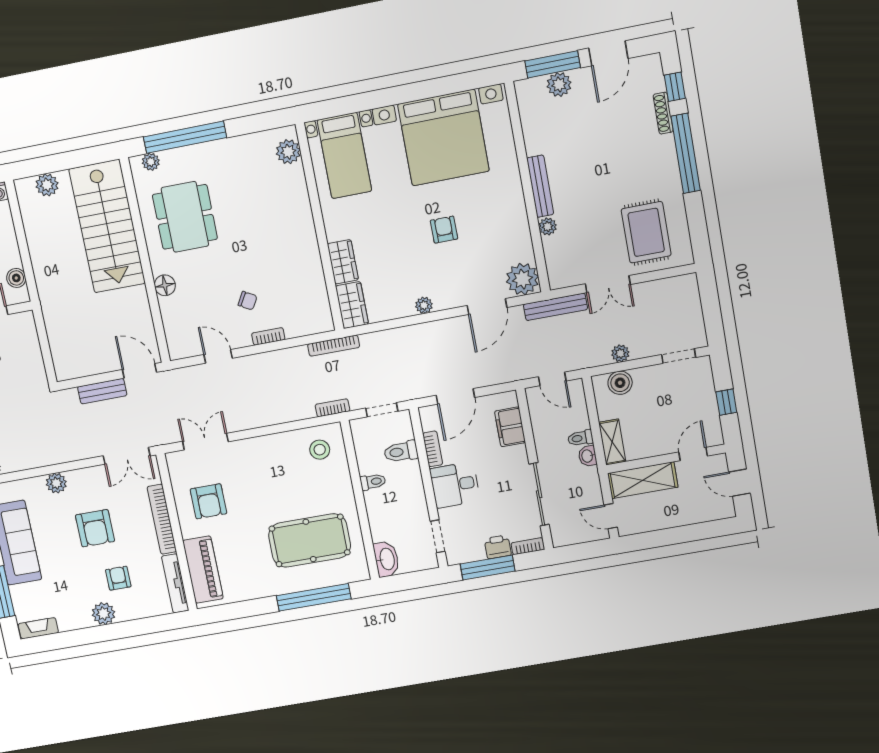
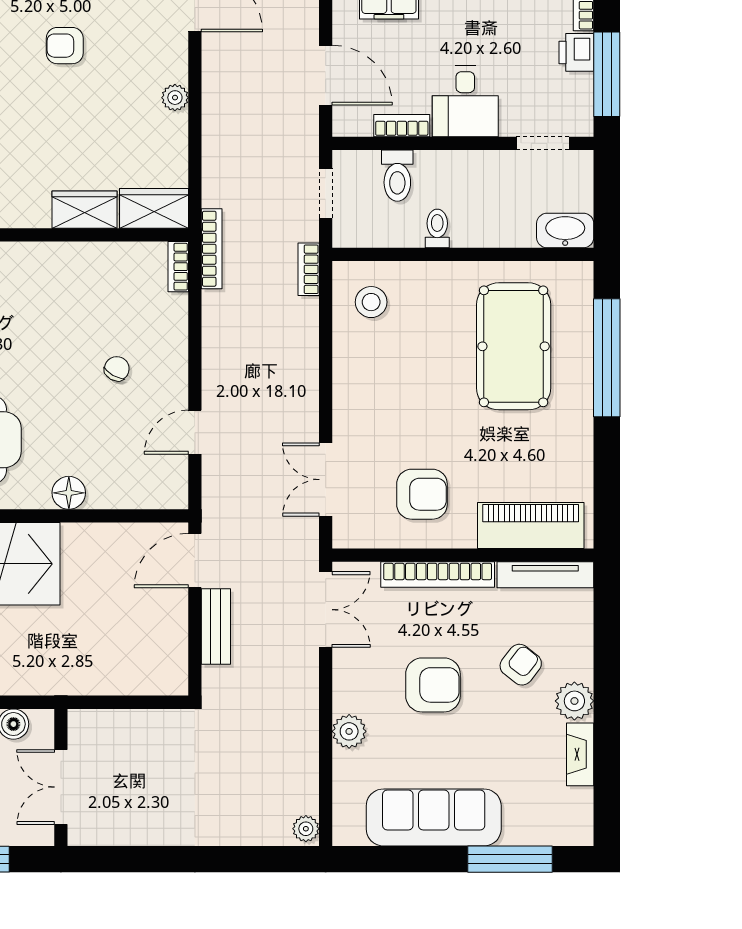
bookcase: (268, 336) -> (178, 267), moved
armchair: (118, 578) -> (521, 665), turned 128
fireplace: (38, 628) -> (580, 754), moved

